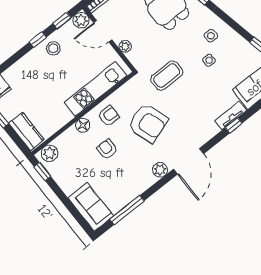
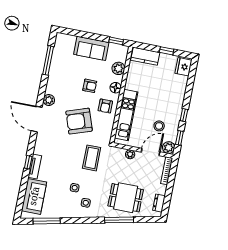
stool: (53, 48) -> (159, 126), moved
plant: (50, 153) -> (118, 68), moved
sofa: (91, 207) -> (91, 48), moved

